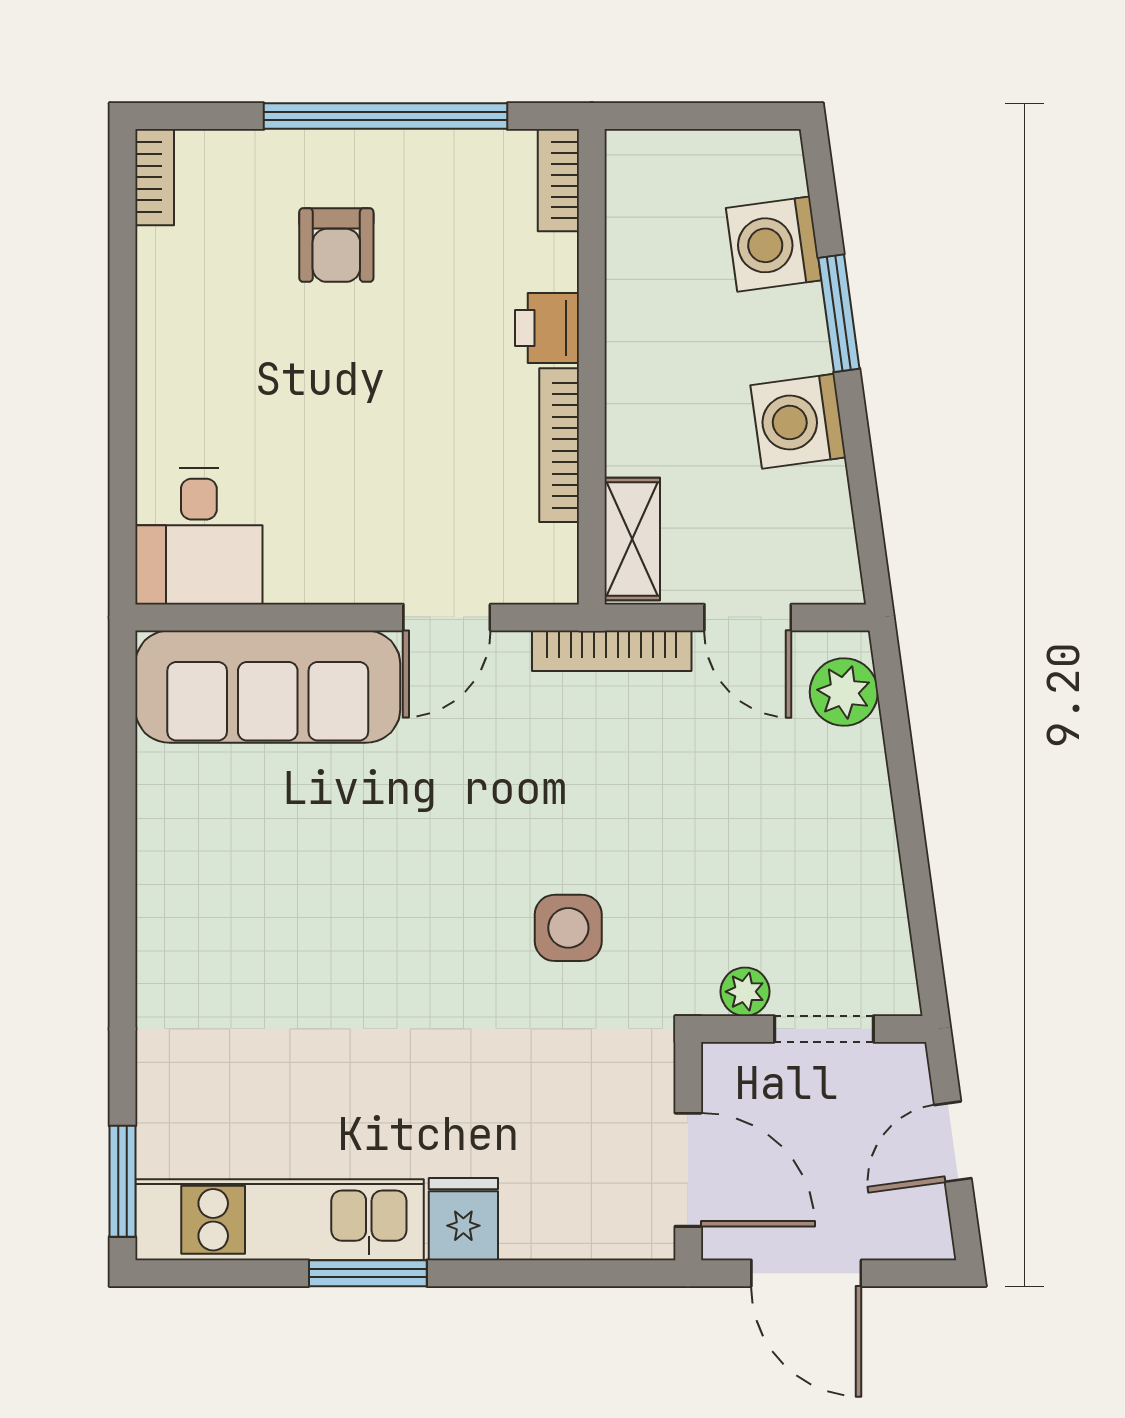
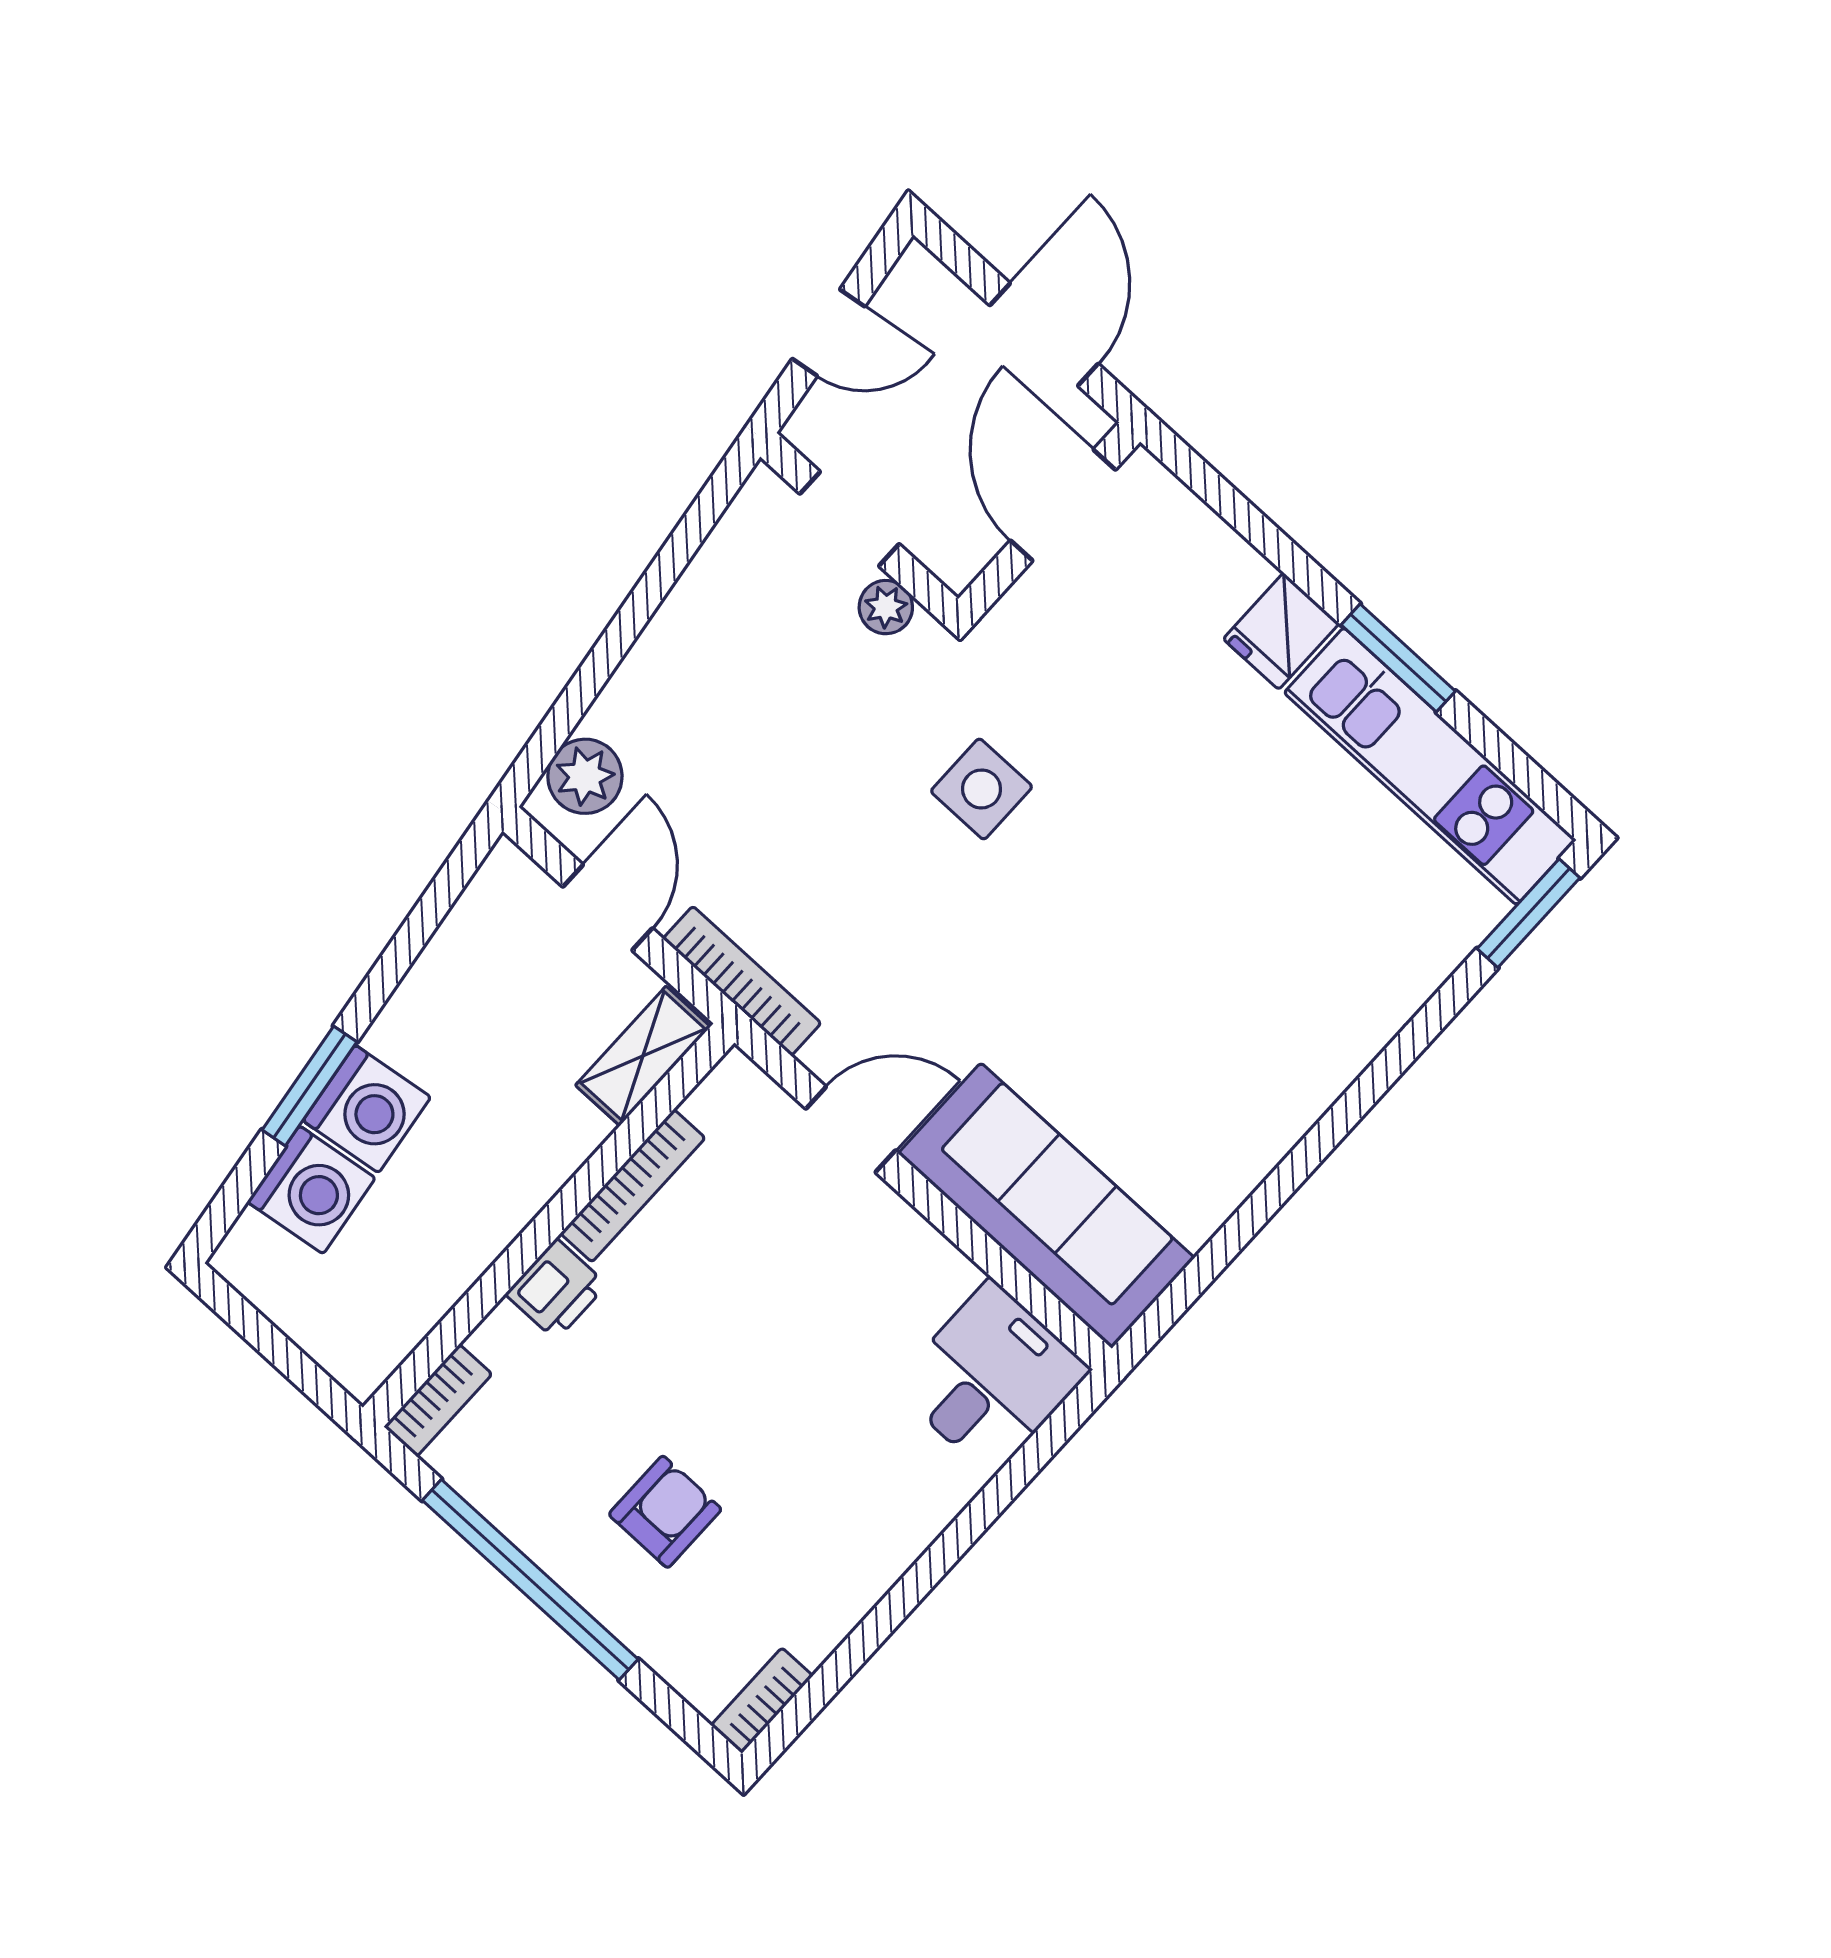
washing machine: (798, 421) -> (367, 1109), moved

